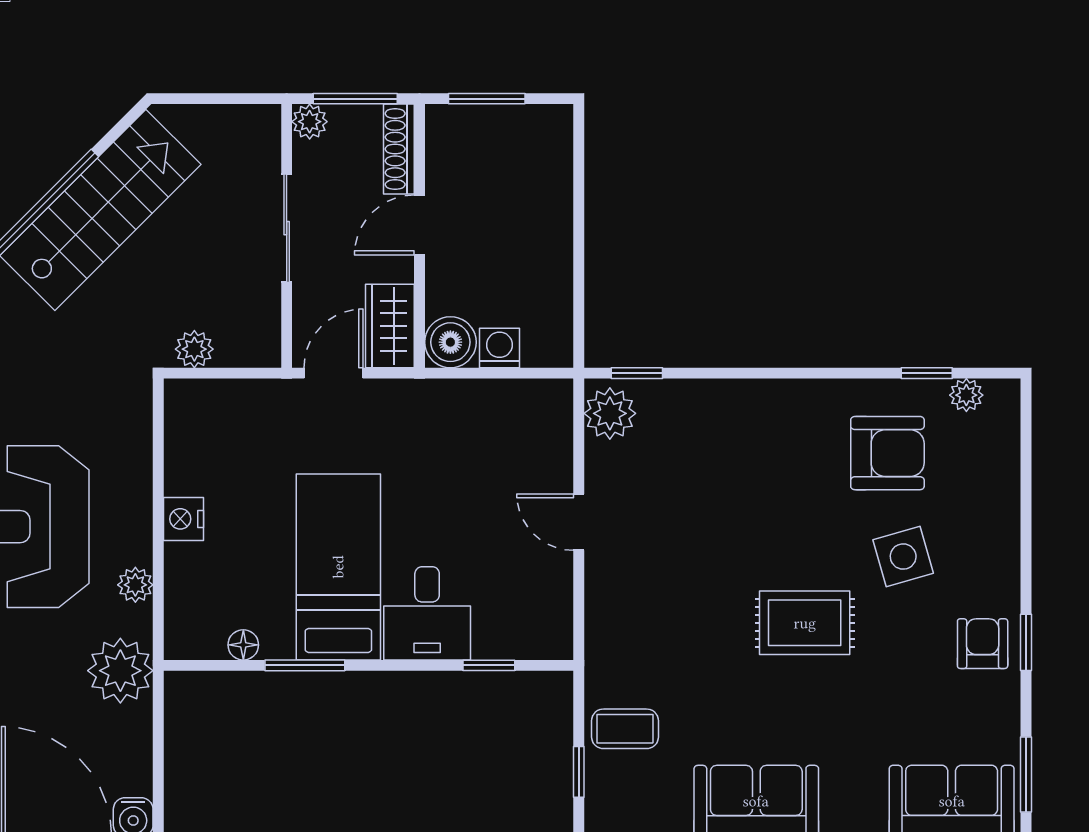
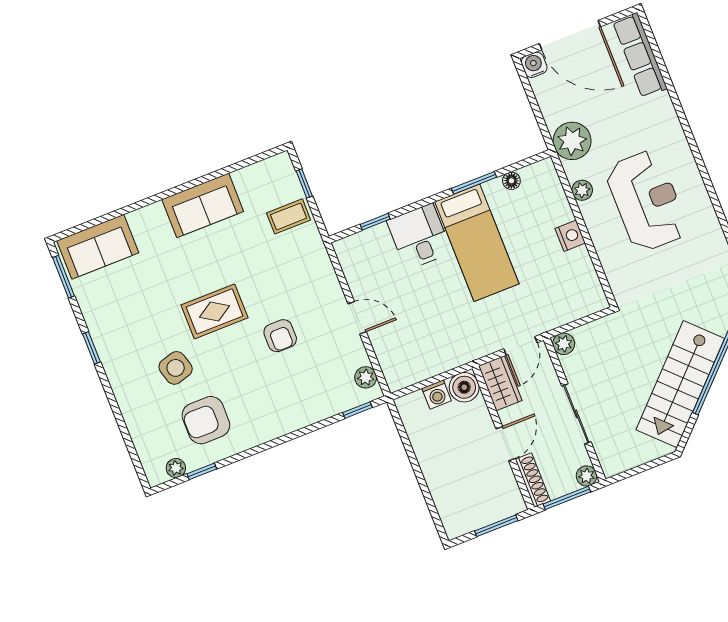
plant: (194, 349) -> (564, 344), moved
plant: (610, 413) -> (366, 377), width x0.73, depth x0.73
armchair: (983, 644) -> (280, 336), moved

